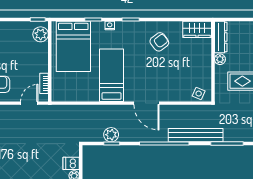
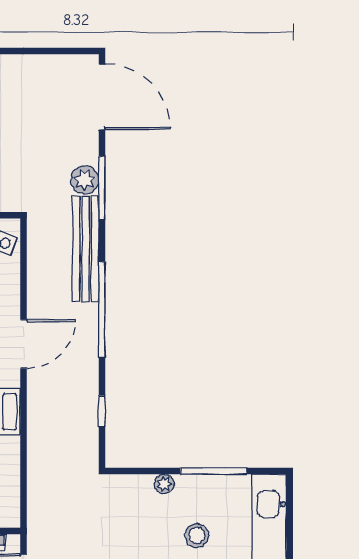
plant: (111, 135) -> (85, 180), moved
dishwasher: (71, 163) -> (140, 490), removed

